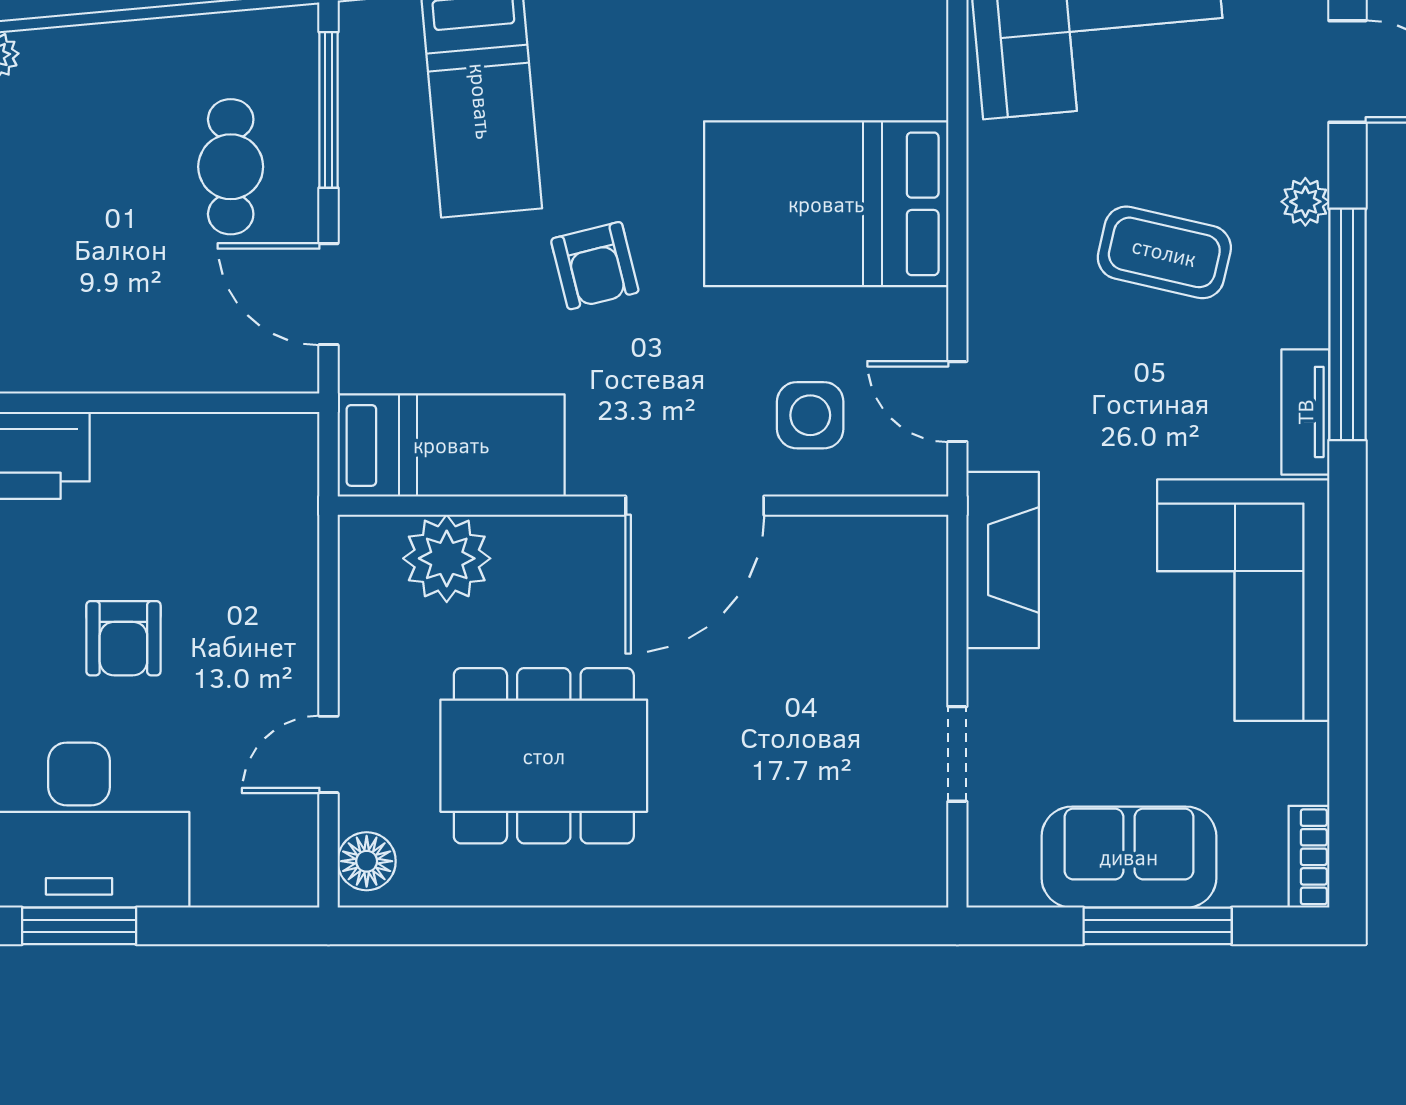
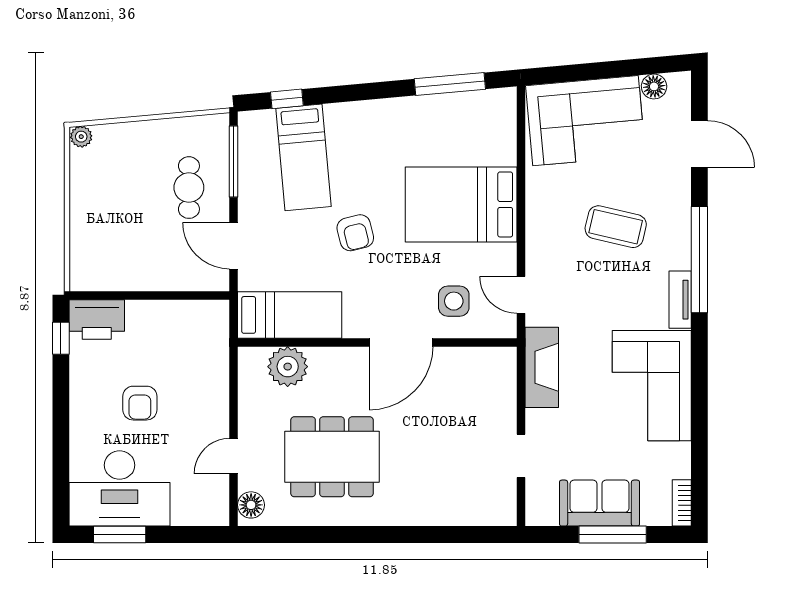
plant: (1305, 202) -> (680, 204), removed

